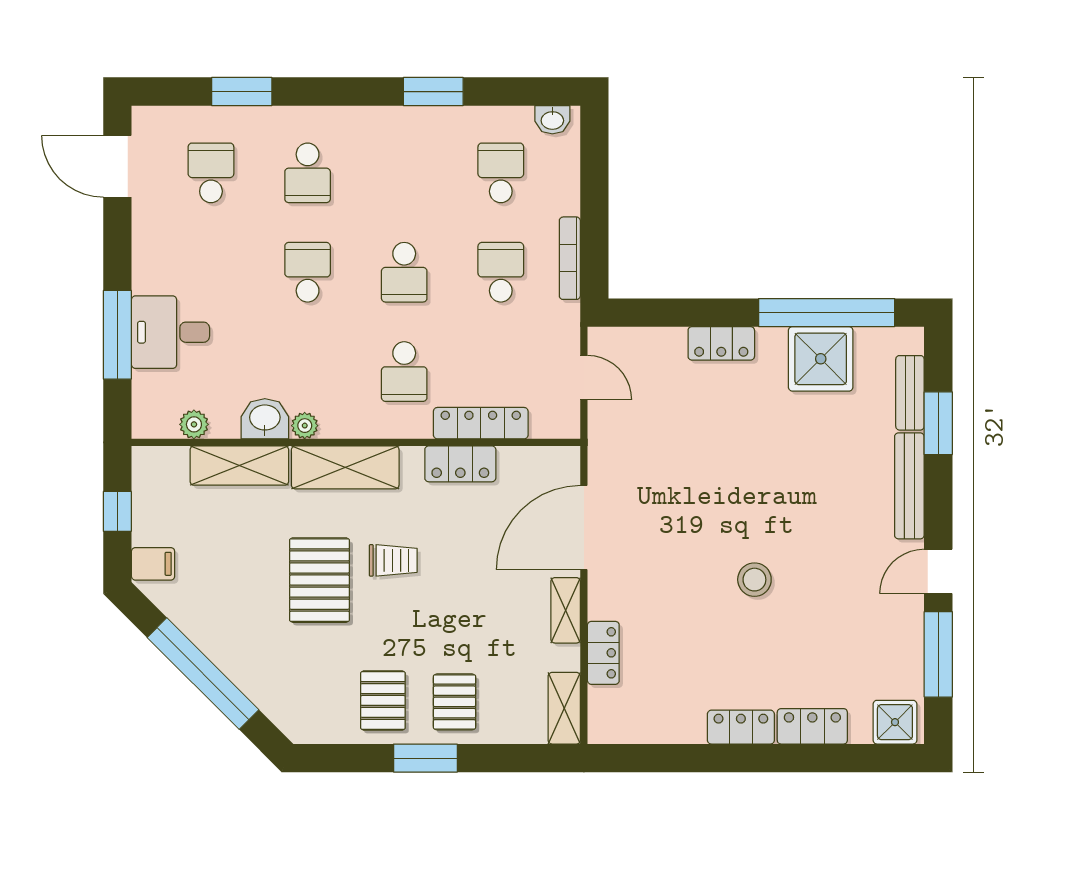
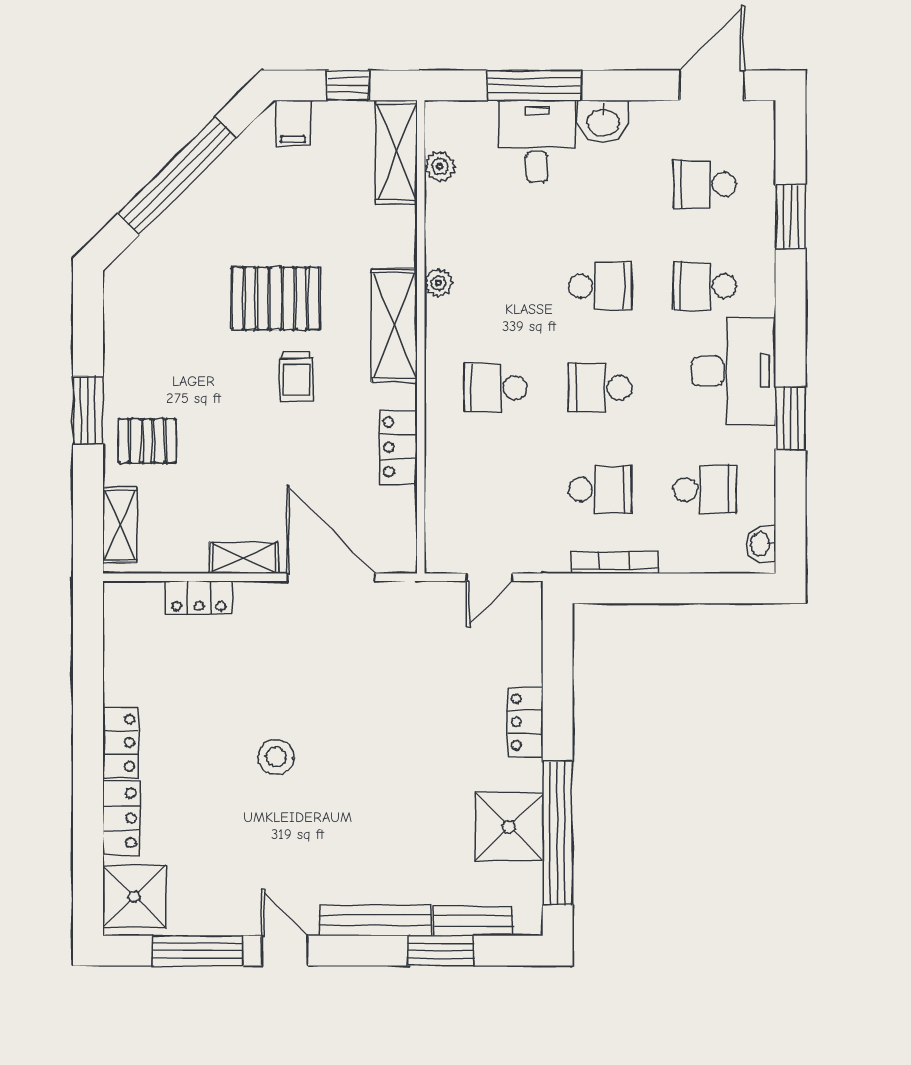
desk: (388, 145) -> (734, 371), added
school desk: (211, 173) -> (705, 184), turned 180
washbasin: (265, 419) -> (603, 121), moved, turned 90
locker: (481, 423) -> (441, 468), removed
shelving: (239, 466) -> (396, 152), moved
pallet: (383, 700) -> (149, 365), removed
shelving: (564, 708) -> (120, 525), moved, turned 90
shower: (895, 722) -> (134, 897), width x1.36, depth x1.36

